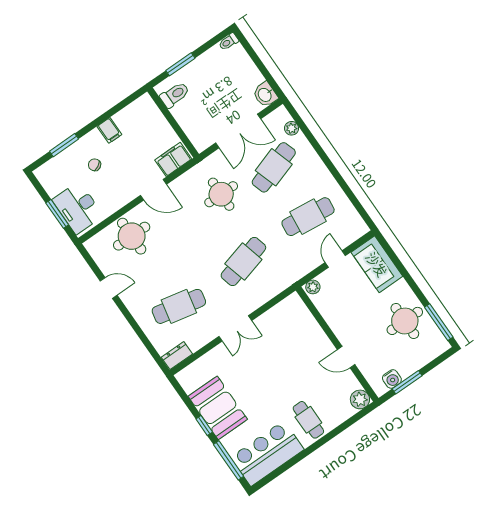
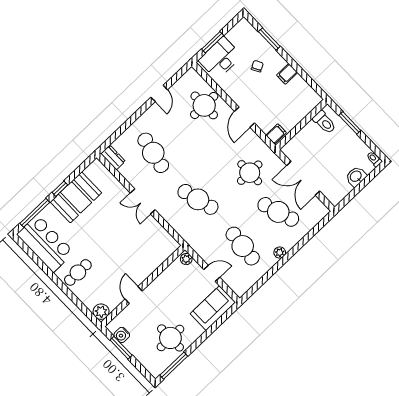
washbasin: (265, 95) -> (356, 177), moved
plant: (292, 128) -> (280, 252), moved
filing cabinet: (173, 159) -> (276, 134), width x0.50

